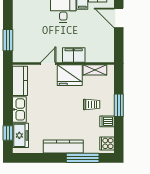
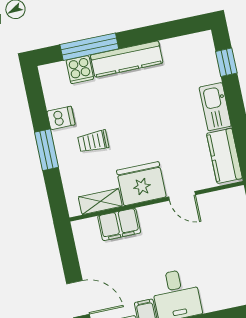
filing cabinet: (74, 55) -> (119, 224), moved
door: (48, 63) -> (182, 196), hinge flipped
freezer: (20, 135) -> (204, 63), removed
cooker: (107, 143) -> (80, 70), moved, turned 90

